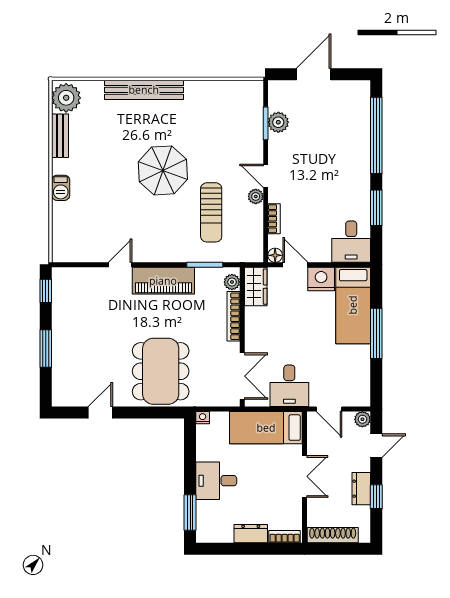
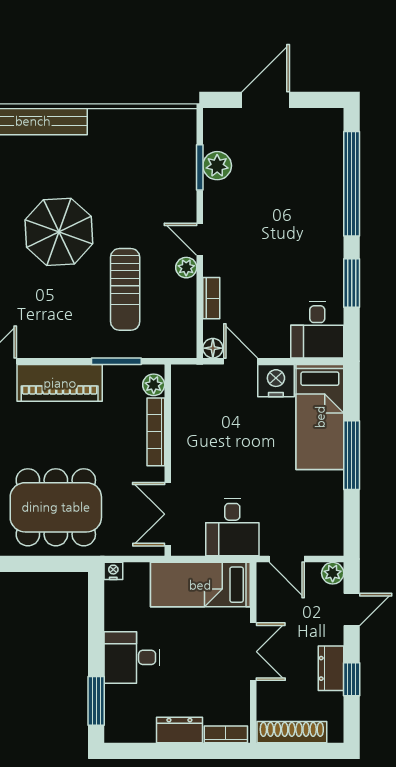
wardrobe: (256, 287) -> (186, 391), removed
dining table: (161, 371) -> (56, 507), turned 90
double door: (242, 376) -> (168, 514), swing flipped

